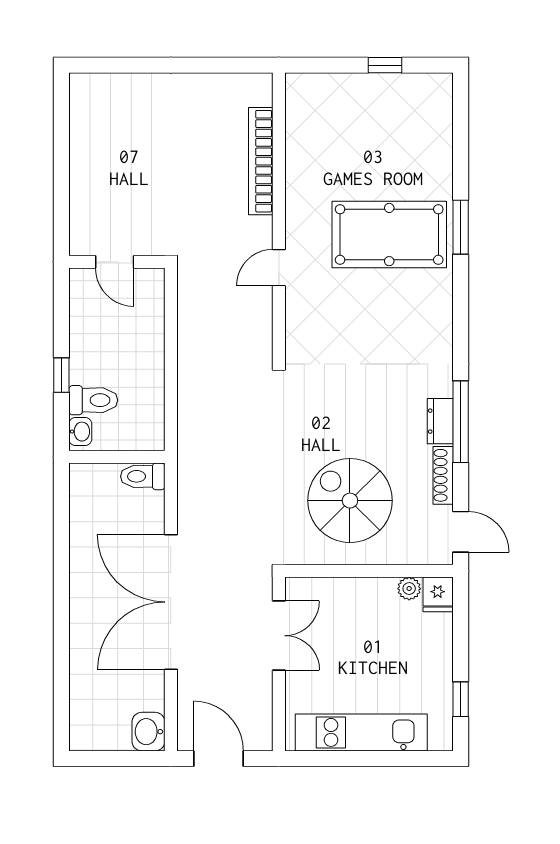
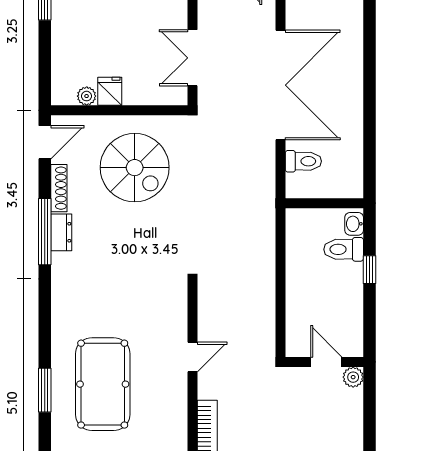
pool table: (389, 235) -> (103, 384), turned 90
plant: (81, 243) -> (353, 377), added
toilet: (143, 476) -> (303, 161), moved
door: (461, 532) -> (45, 142), swing flipped
fridge: (438, 594) -> (110, 91), moved

